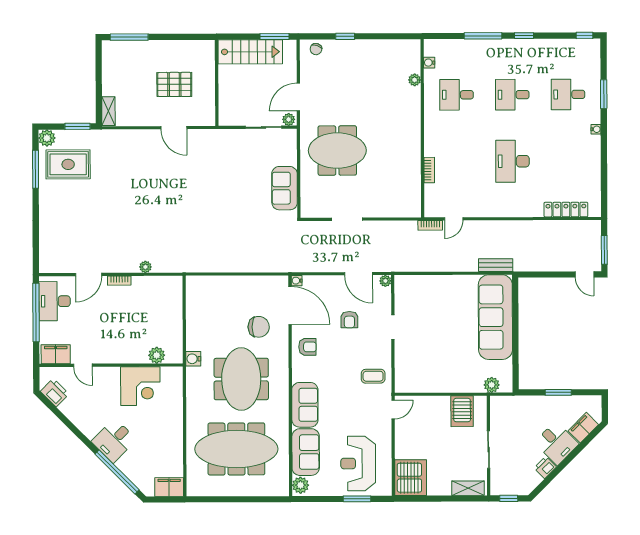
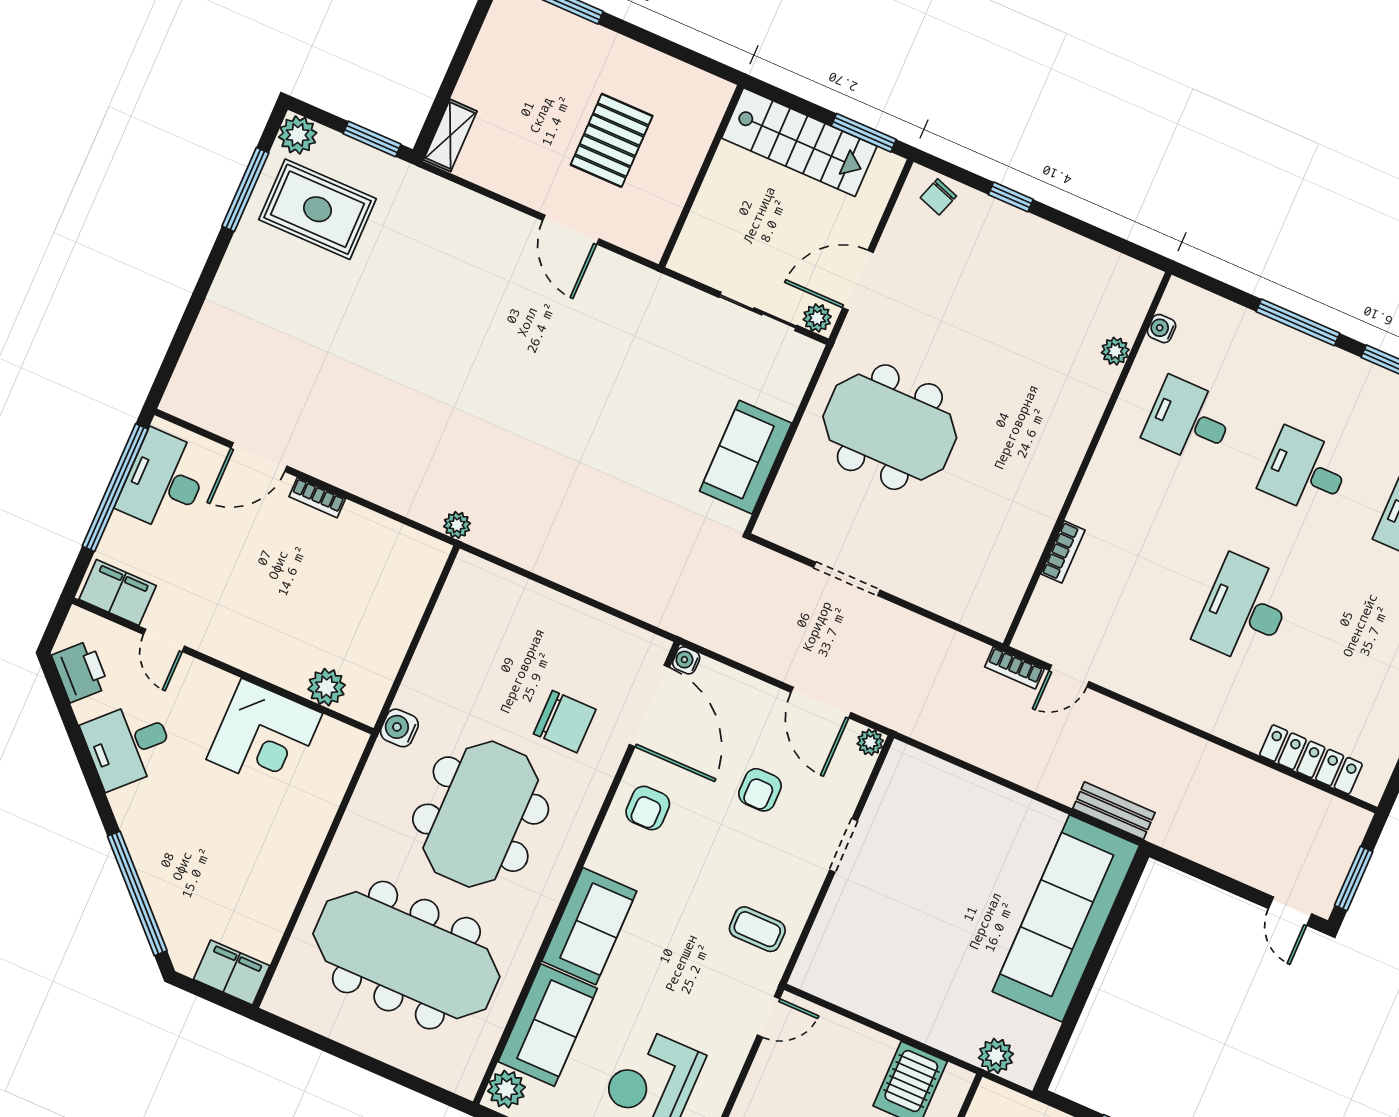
pallet: (174, 84) -> (612, 140), turned 90
plant: (145, 267) -> (457, 525), moved
armchair: (307, 347) -> (648, 808), turned 90
desk: (114, 440) -> (128, 745), moved

